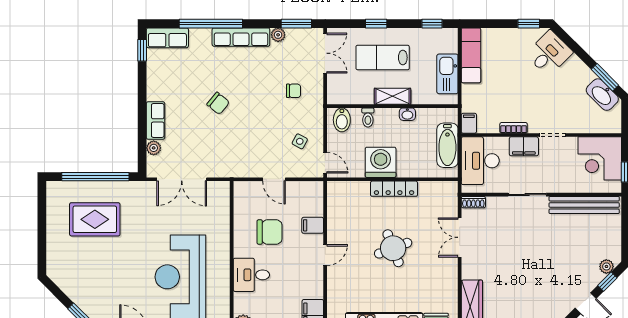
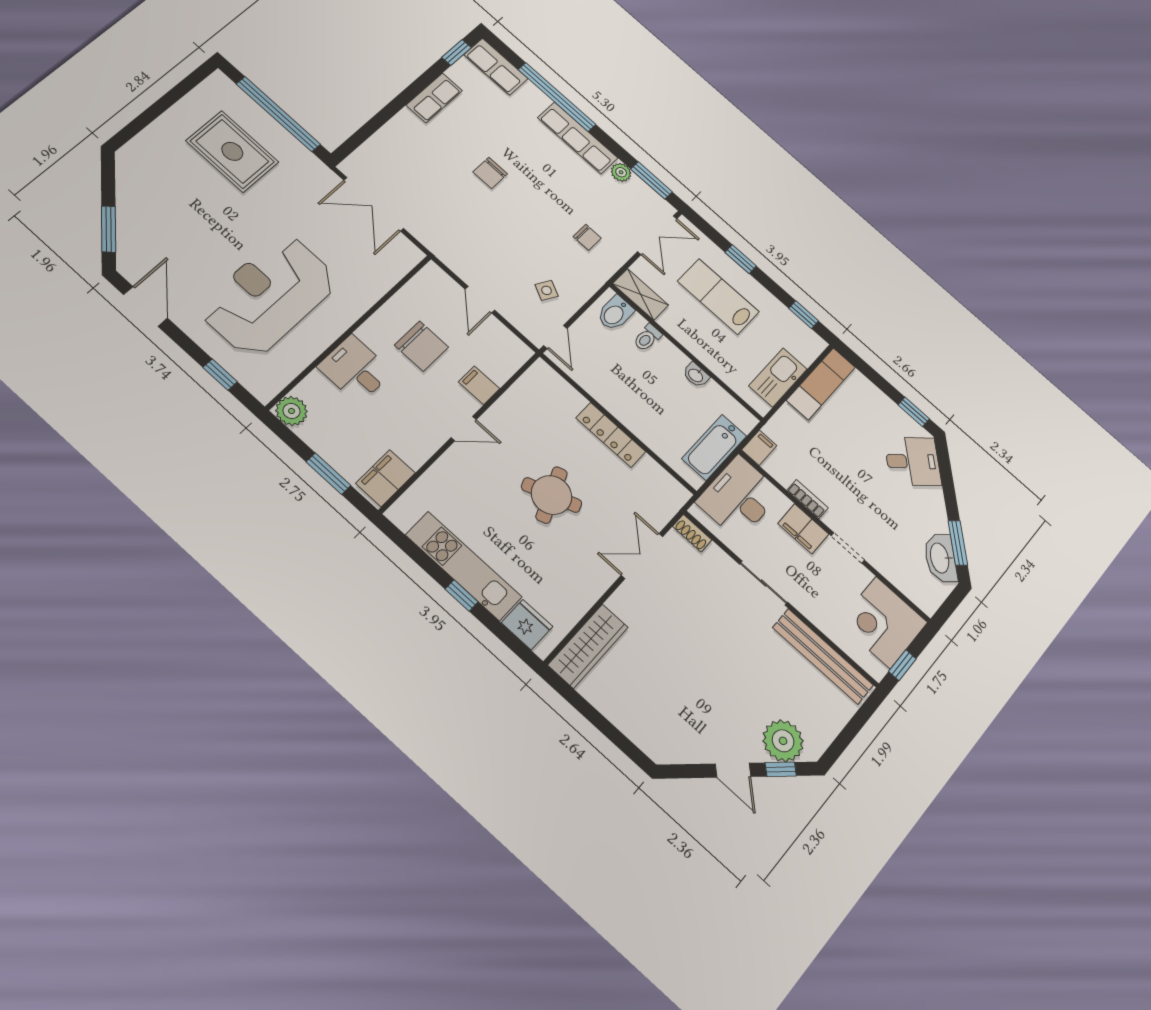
shelving: (392, 96) -> (641, 294), moved
chair: (218, 103) -> (490, 173), turned 51
row of seats: (155, 120) -> (434, 98), moved
plant: (154, 148) -> (374, 148), removed
washing machine: (381, 162) -> (620, 394), removed
plant: (606, 266) -> (783, 741), width x1.87, depth x1.87

